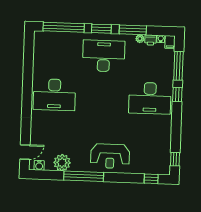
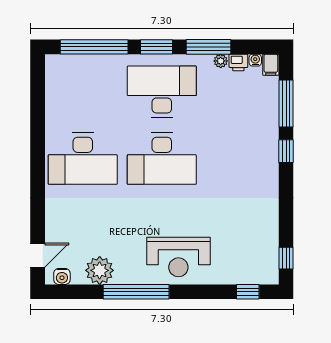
desk: (150, 98) -> (162, 159), moved

